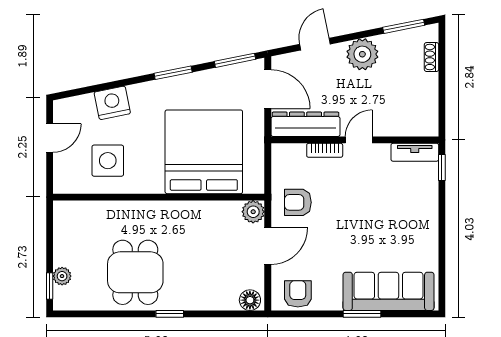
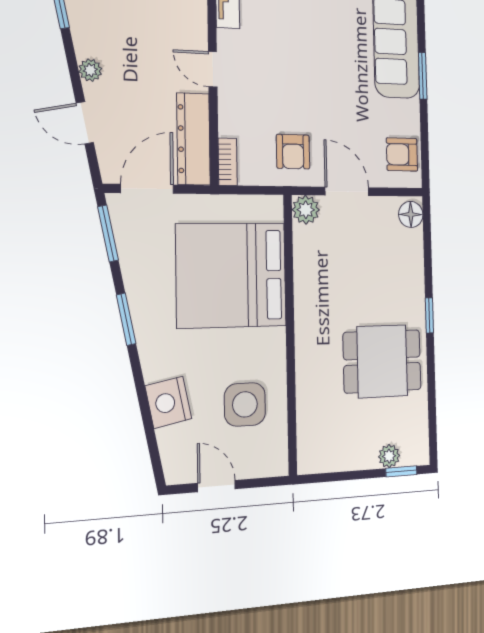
plant: (362, 54) -> (90, 70), width x0.53, depth x0.53
bookcase: (325, 150) -> (228, 162), moved

